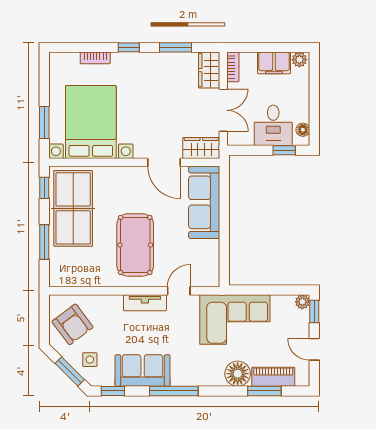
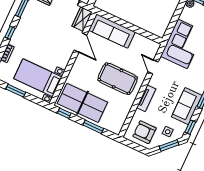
window: (44, 122) -> (16, 91), moved
bed with nightstands: (91, 122) -> (38, 78), width x0.73
door: (164, 162) -> (80, 43), hinge flipped
tv unit: (145, 303) -> (146, 98), moved
armchair: (72, 324) -> (144, 132), turned -143

